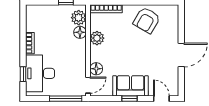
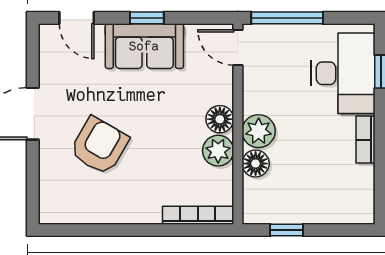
plant: (79, 18) -> (259, 131), moved
armchair: (147, 20) -> (99, 146), moved
floor lamp: (96, 69) -> (220, 119), moved
door: (88, 85) -> (238, 47), hinge flipped

